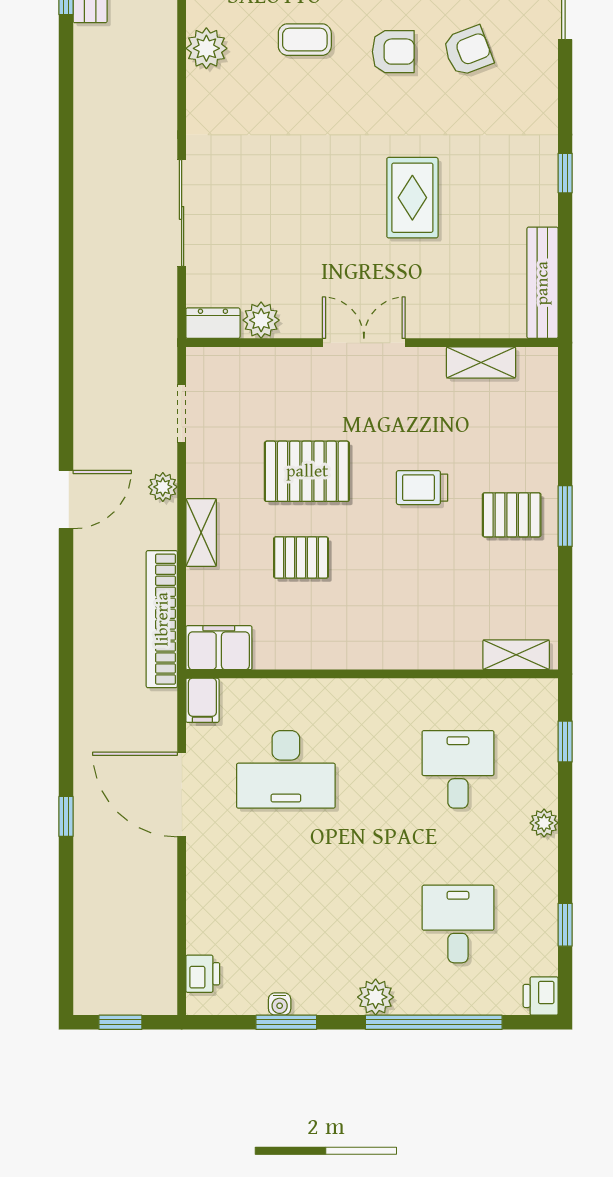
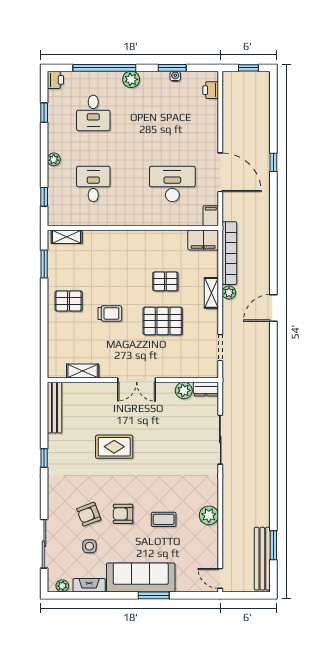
rug: (412, 198) -> (114, 447), turned 90
plant: (163, 487) -> (229, 293), moved
window: (565, 516) -> (44, 264), moved
desk: (458, 769) -> (93, 184), turned 180

